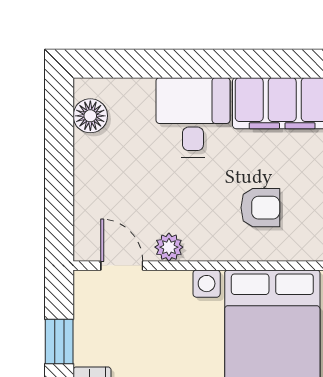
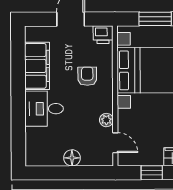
floor lamp: (90, 116) -> (72, 158), moved
door: (122, 266) -> (115, 143), swing flipped

